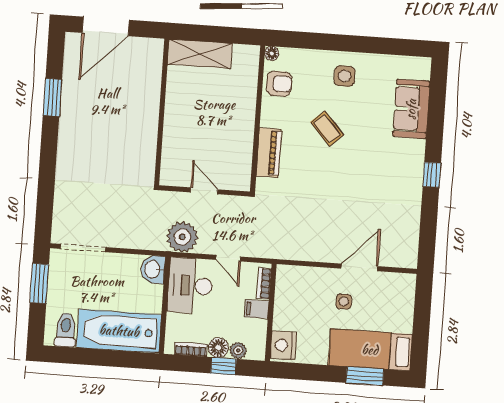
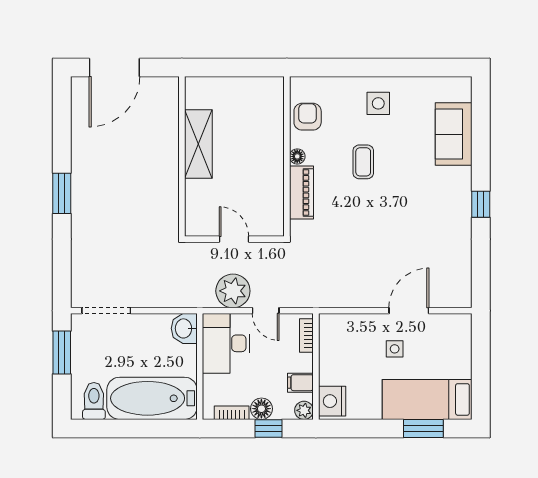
floor lamp: (272, 53) -> (297, 156), moved
shelving: (200, 54) -> (198, 144), moved, turned 90
armchair: (279, 84) -> (308, 117), turned -90
window: (52, 97) -> (62, 193), moved
coffee table: (327, 129) -> (363, 162), turned 42
plant: (182, 237) -> (233, 291), moved
filing cabinet: (257, 309) -> (300, 383), moved
plant: (238, 350) -> (304, 410), moved

